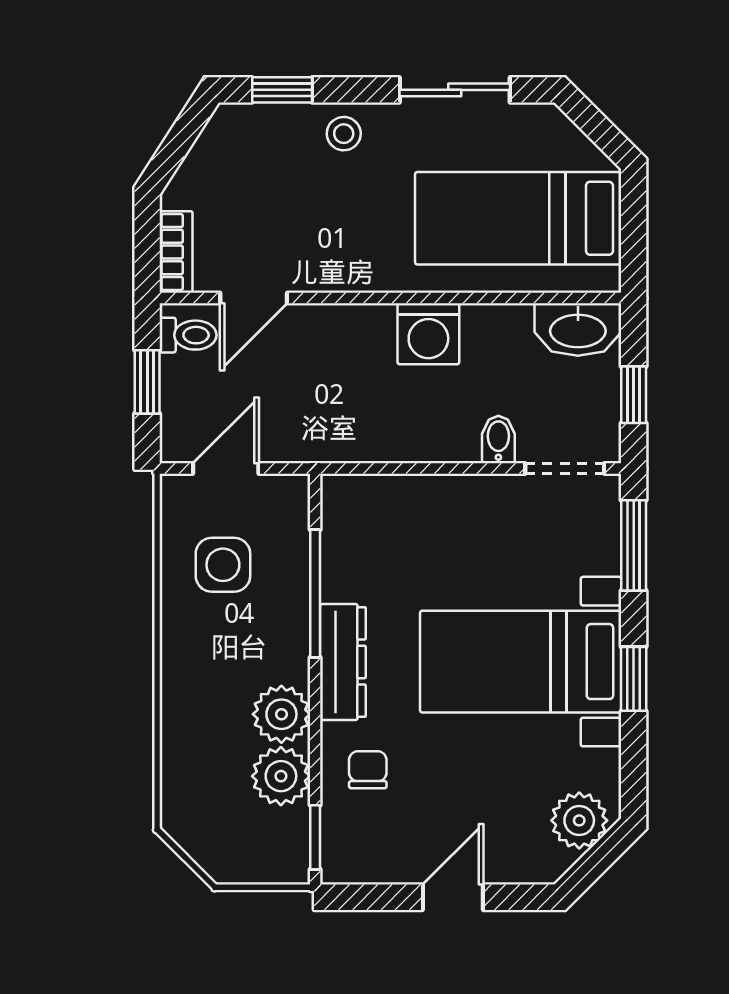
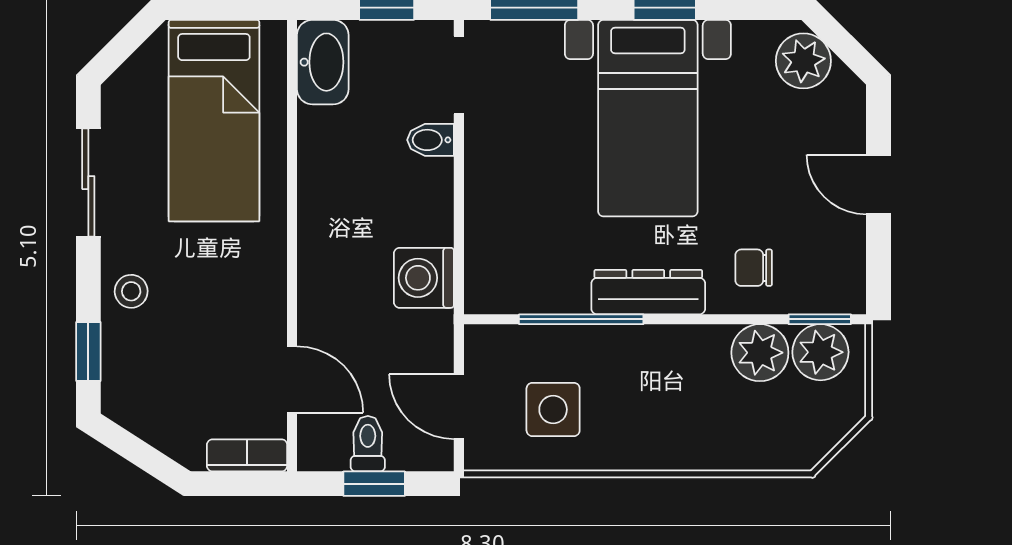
washing machine: (428, 334) -> (424, 278), moved, turned 180
toilet: (188, 335) -> (368, 444), moved
plant: (281, 714) -> (820, 352), moved

